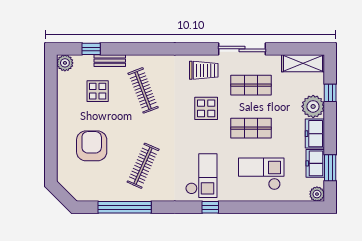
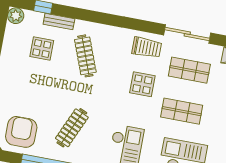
armchair: (92, 146) -> (21, 132), moved

